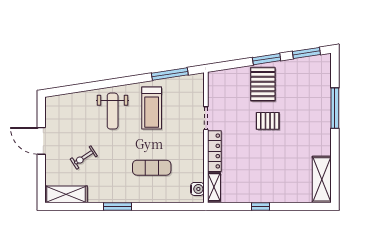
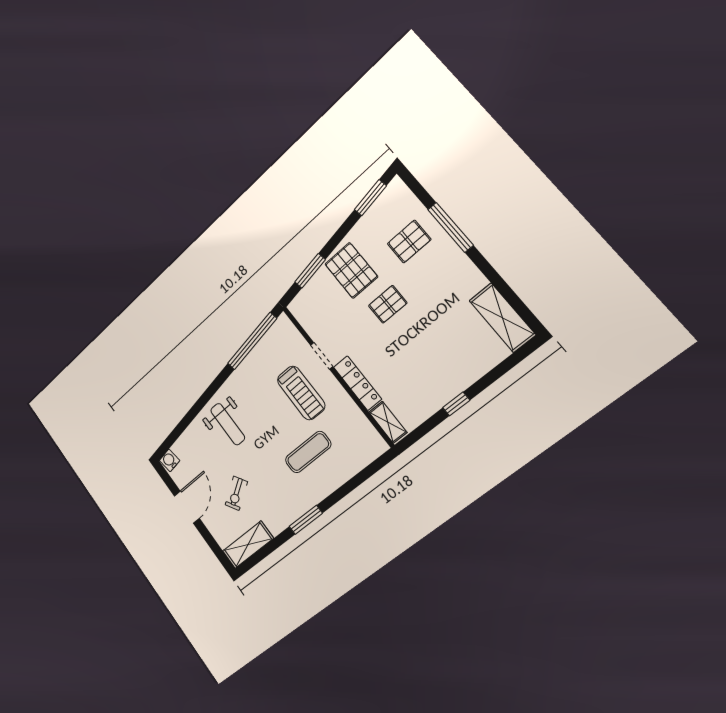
window: (267, 59) -> (310, 271), moved
window: (170, 74) -> (252, 341), width x1.46
pallet: (307, 96) -> (409, 242), added
treadmill: (152, 108) -> (301, 393), moved
door: (41, 141) -> (187, 507), swing flipped
water cooler: (197, 189) -> (170, 460), moved, turned -99

